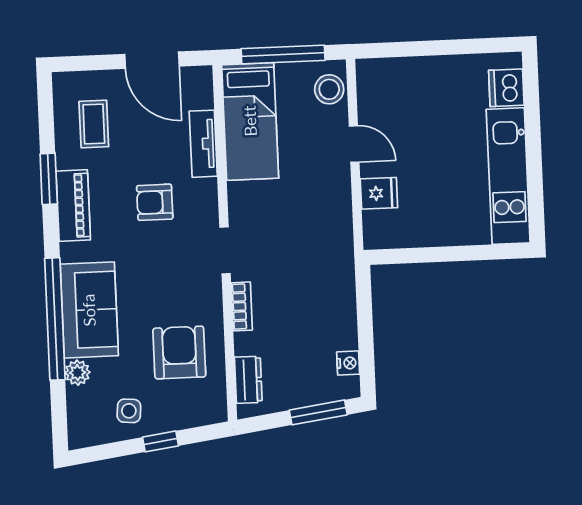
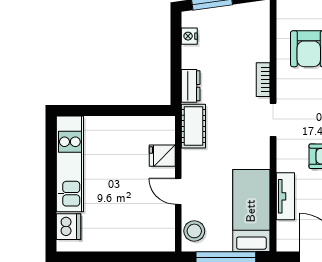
cot: (337, 237) -> (193, 126), added
dresser: (248, 380) -> (191, 86), moved, turned 180

